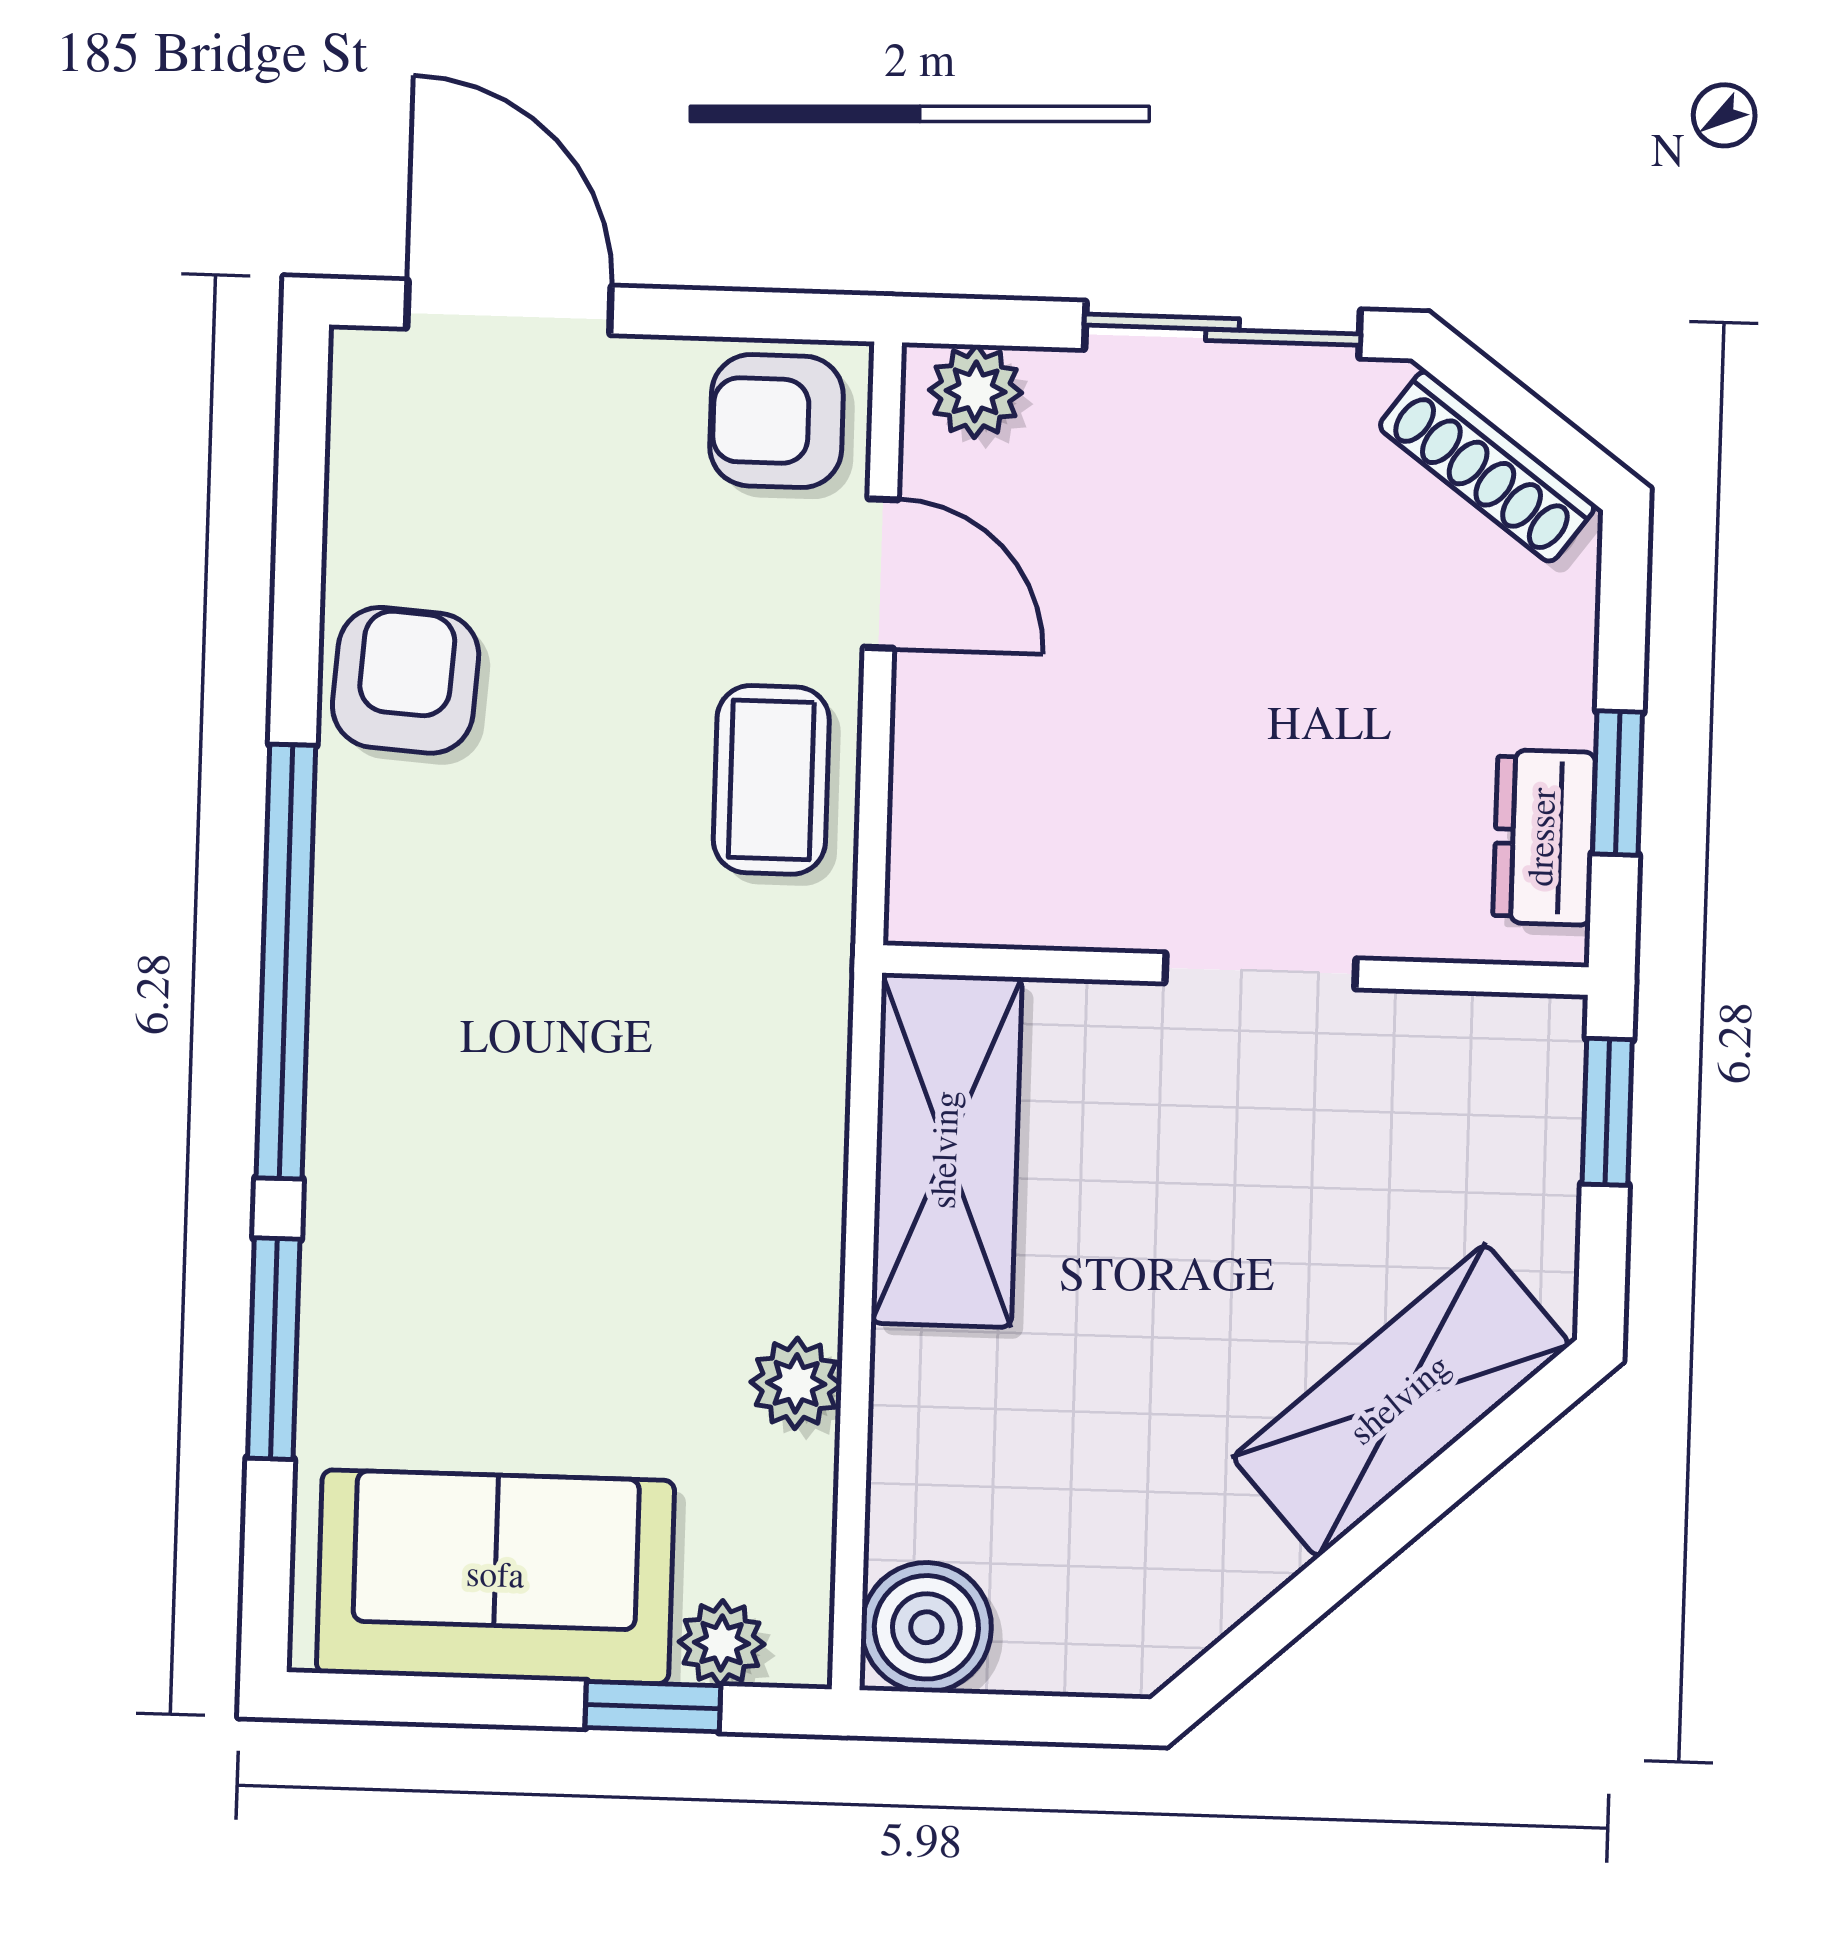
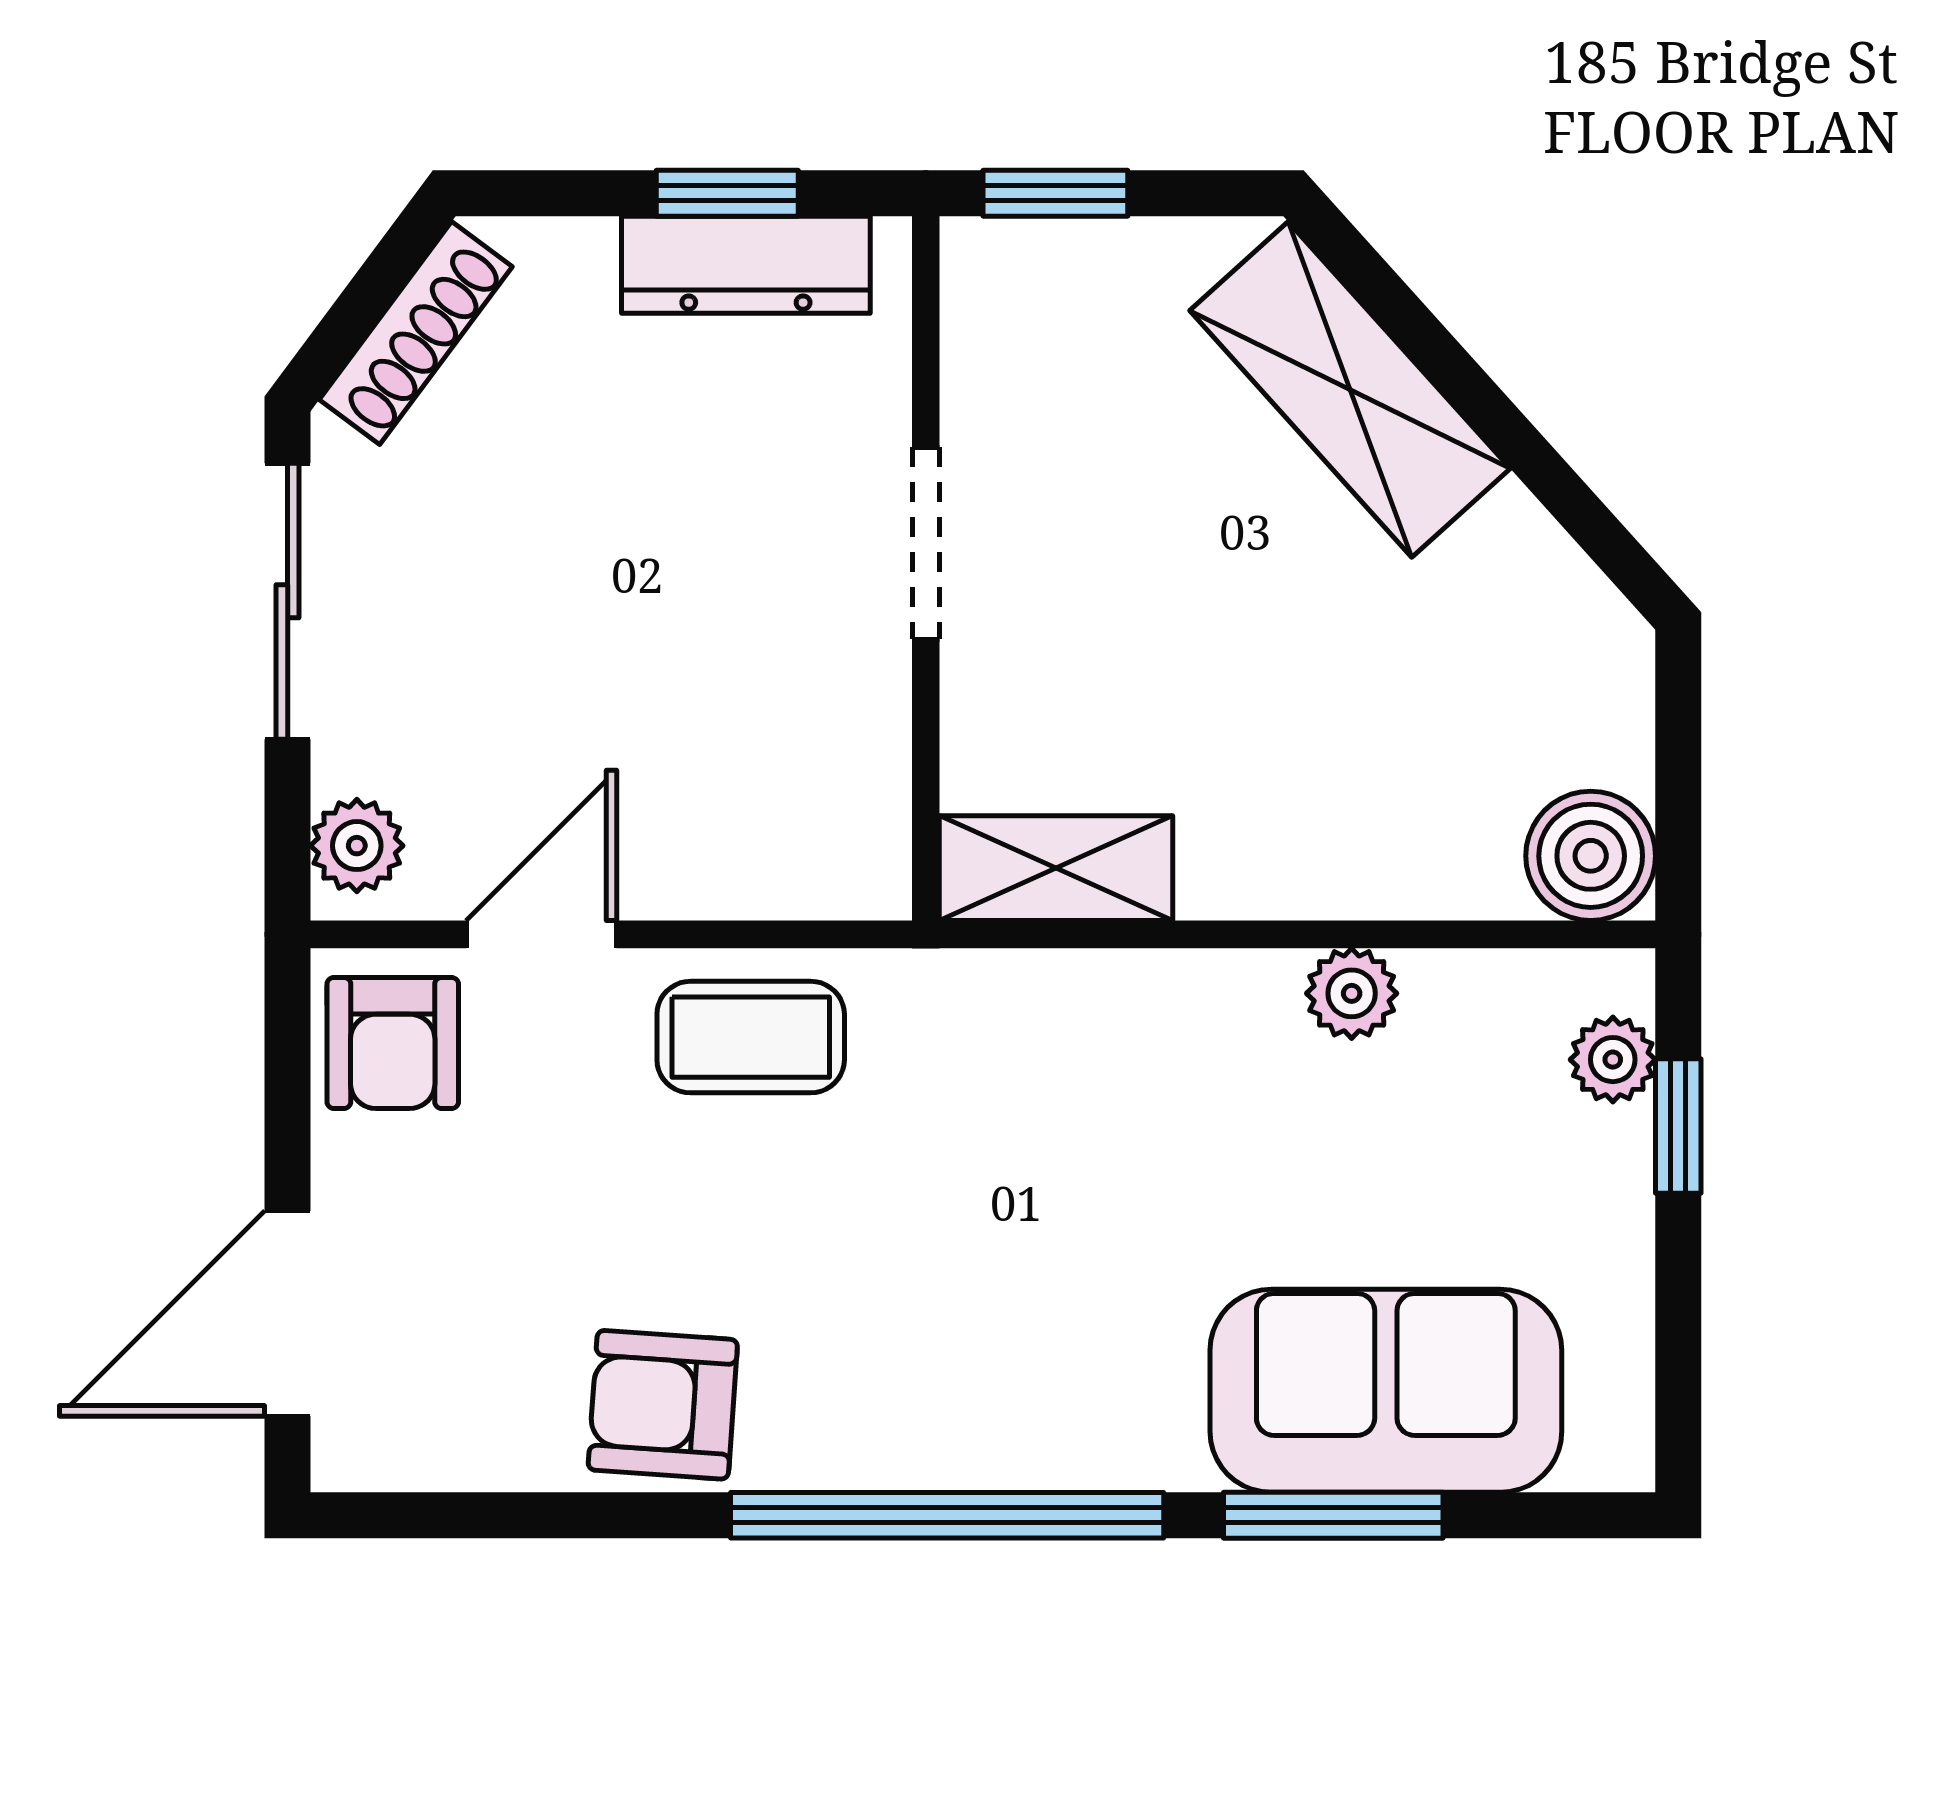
dresser: (1544, 837) -> (746, 265), width x1.44
shelving: (947, 1150) -> (1056, 868), width x0.67, depth x0.75
sofa: (495, 1577) -> (1386, 1391), moved, turned 90

